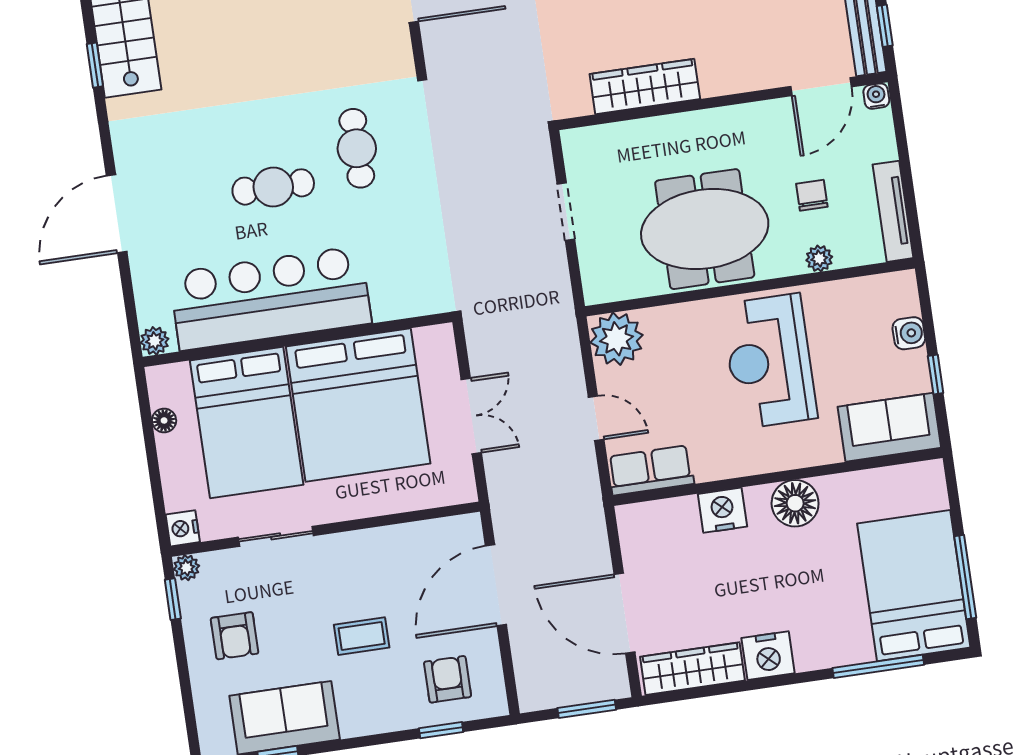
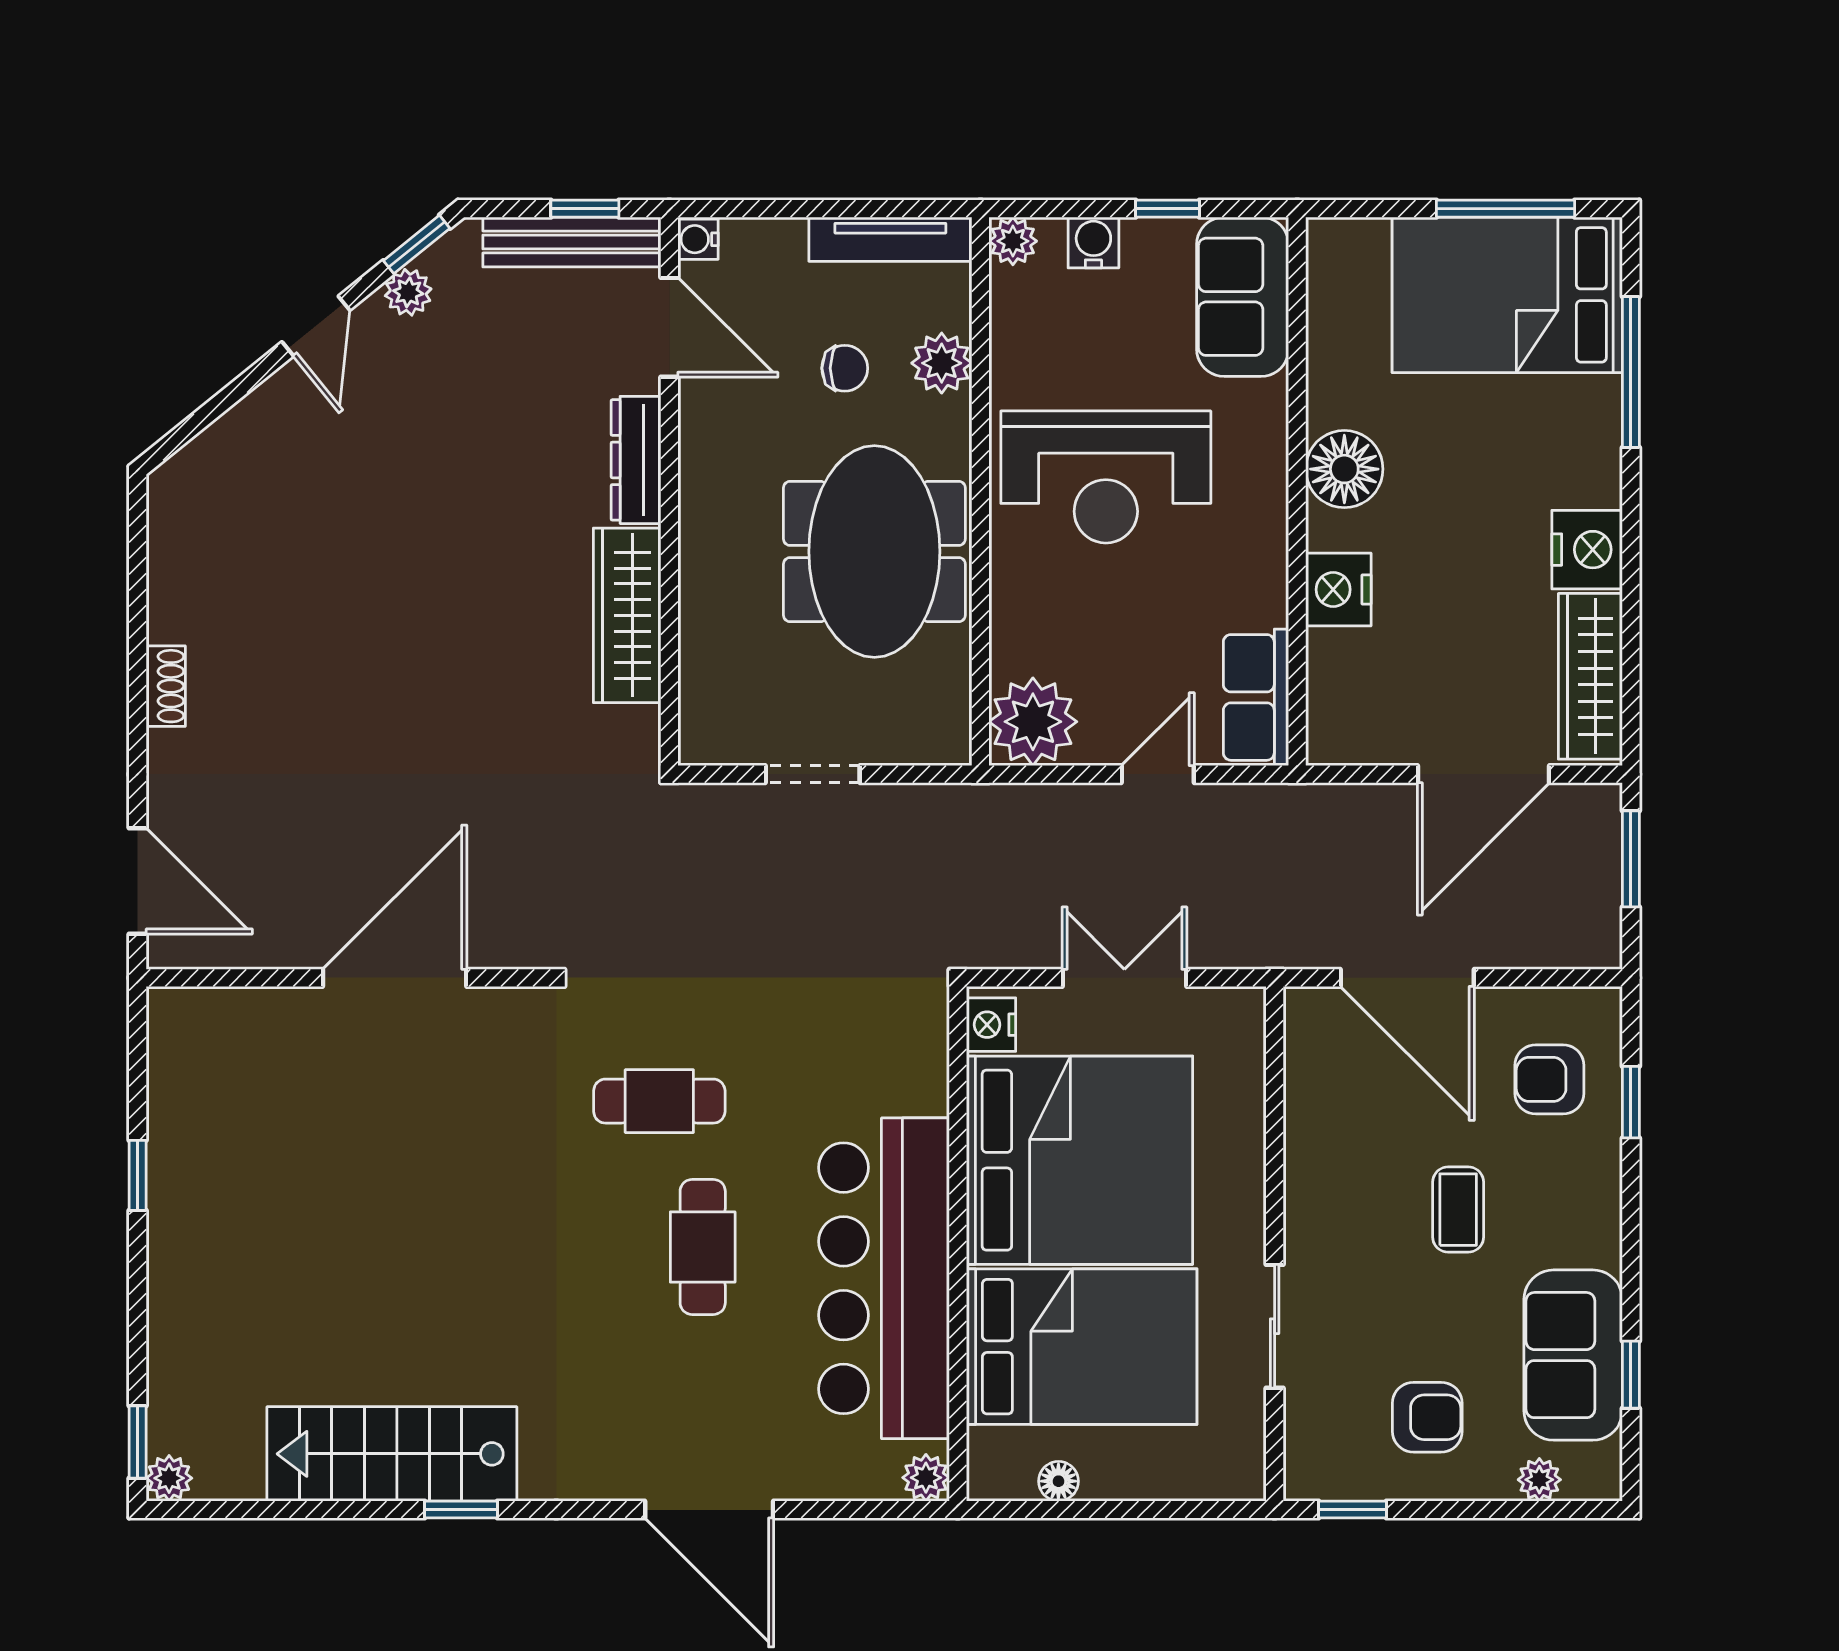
dresser: (739, 78) -> (636, 460), added
chair: (812, 195) -> (845, 368), turned 180
plant: (819, 259) -> (942, 363), width x1.38, depth x1.38
plant: (903, 285) -> (1013, 241), added
nightstand: (183, 528) -> (991, 1025), moved, turned 90
plant: (186, 568) -> (1539, 1480), moved

